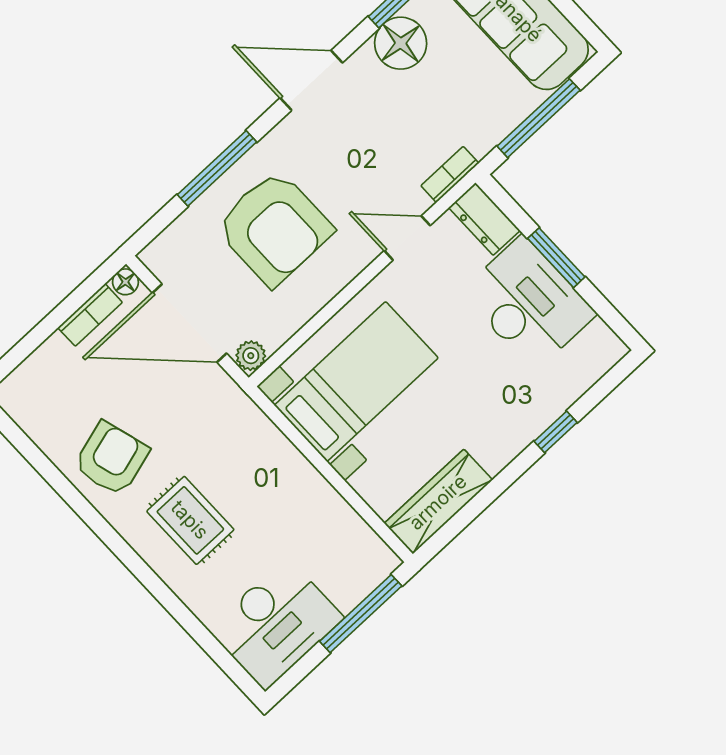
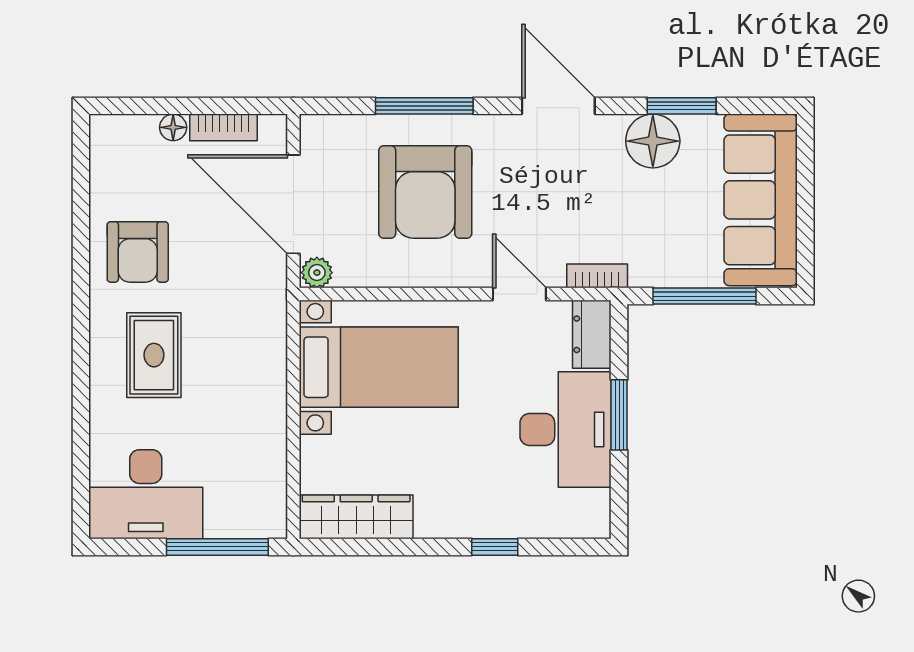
floor lamp: (125, 282) -> (173, 127), moved
armchair: (111, 459) -> (138, 252), turned 106

